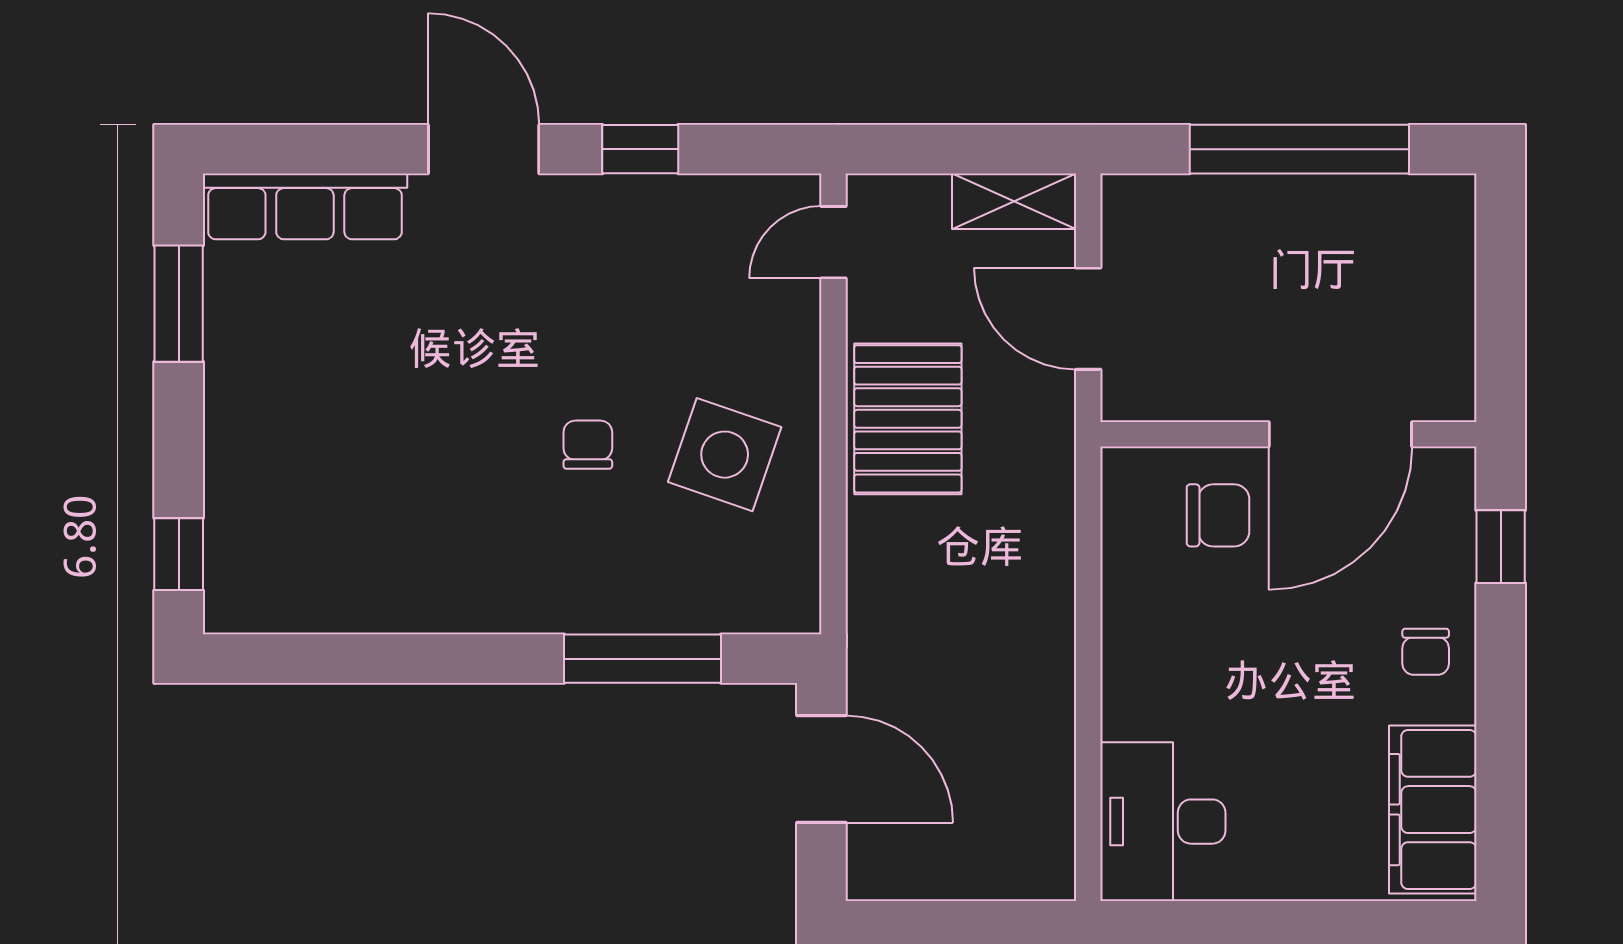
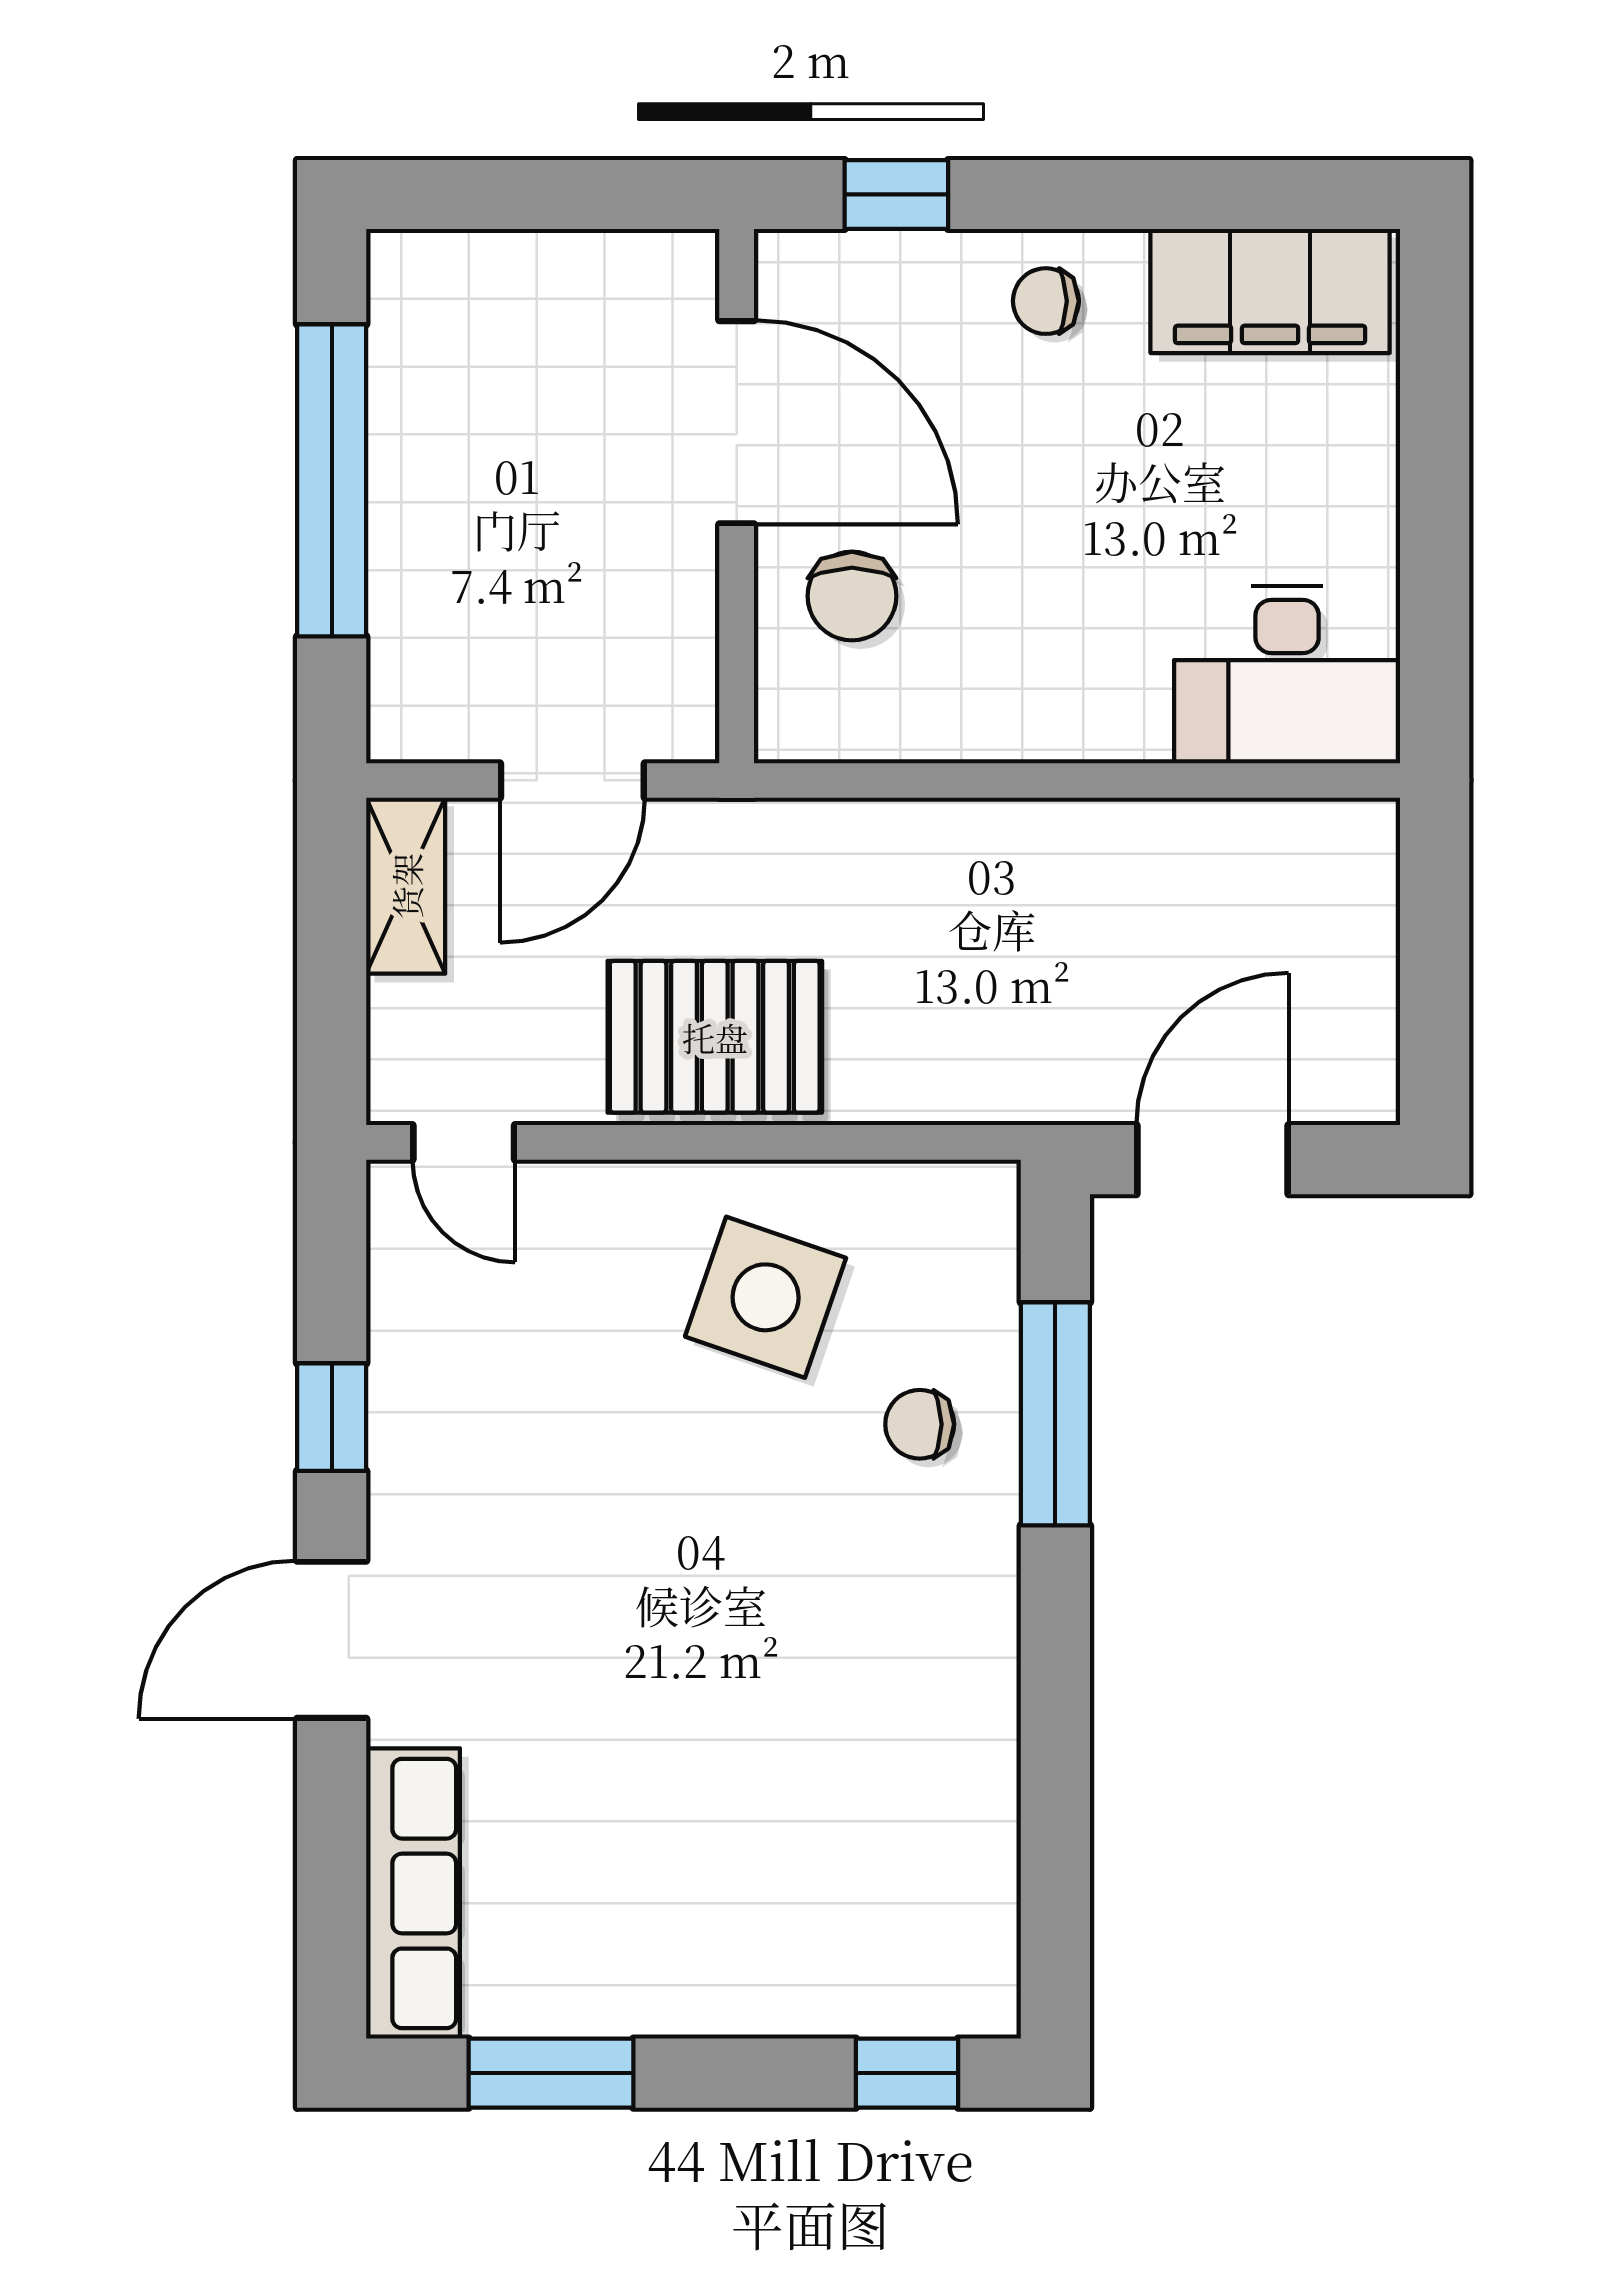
chair: (588, 445) -> (920, 1424), moved
chair: (1218, 515) -> (852, 596), turned 180
chair: (1426, 652) -> (1046, 301), turned 180

